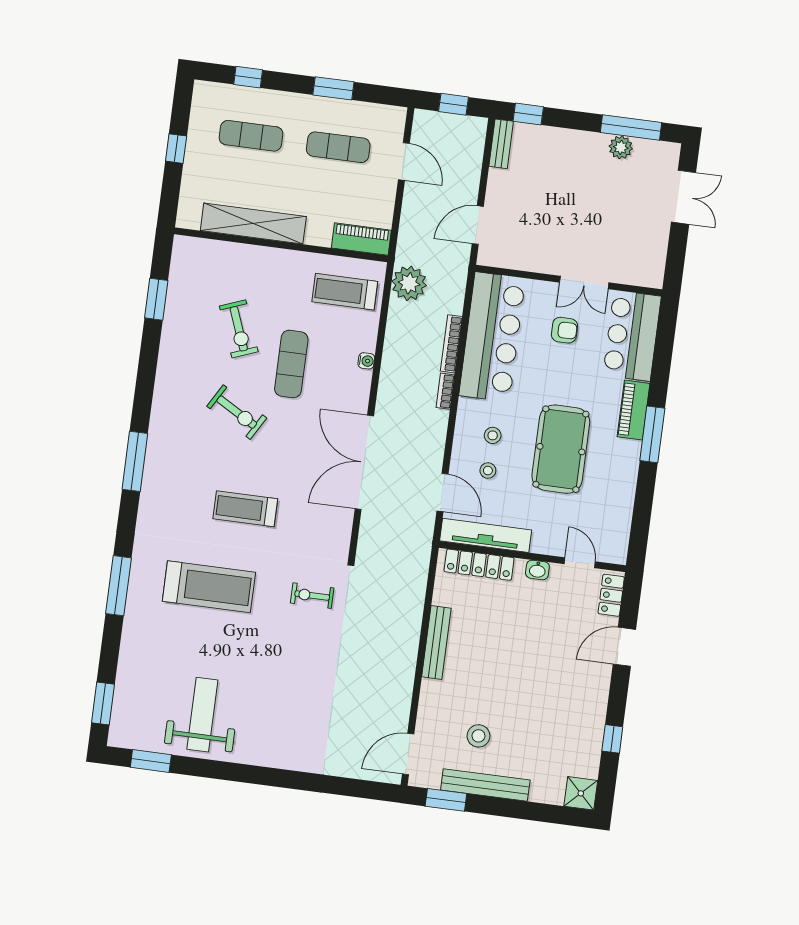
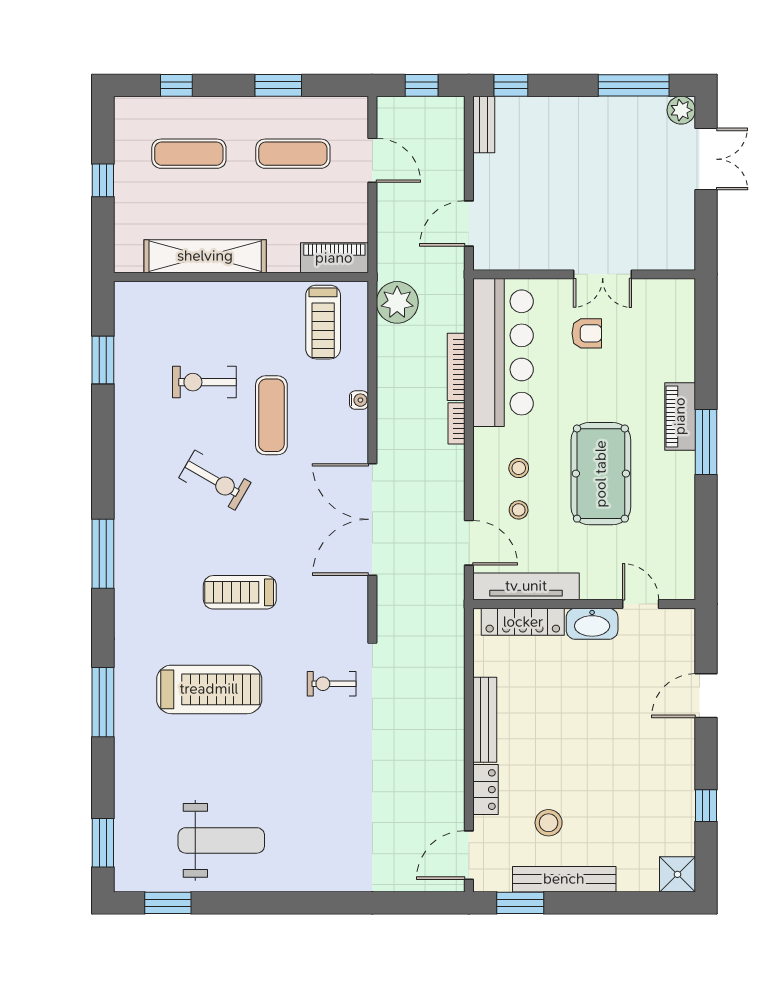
plant: (621, 147) -> (681, 110), moved
treadmill: (345, 292) -> (323, 322), turned -90
exercise bike: (239, 329) -> (204, 382), turned 111
bar counter: (632, 336) -> (667, 329), removed
washbasin: (537, 570) -> (592, 624), width x1.91, depth x1.45
locker: (611, 595) -> (485, 790), moved, turned 180
weight bench: (202, 715) -> (221, 840), turned 90

